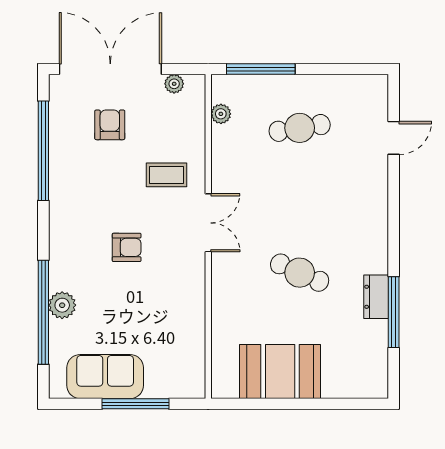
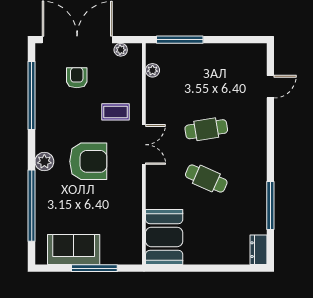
cafe table: (300, 128) -> (206, 129), moved
armchair: (127, 247) -> (88, 161), width x1.88, depth x1.88
dresser: (376, 297) -> (258, 250), moved
plant: (62, 305) -> (44, 162), moved
booth: (280, 372) -> (164, 237), moved, turned 90

